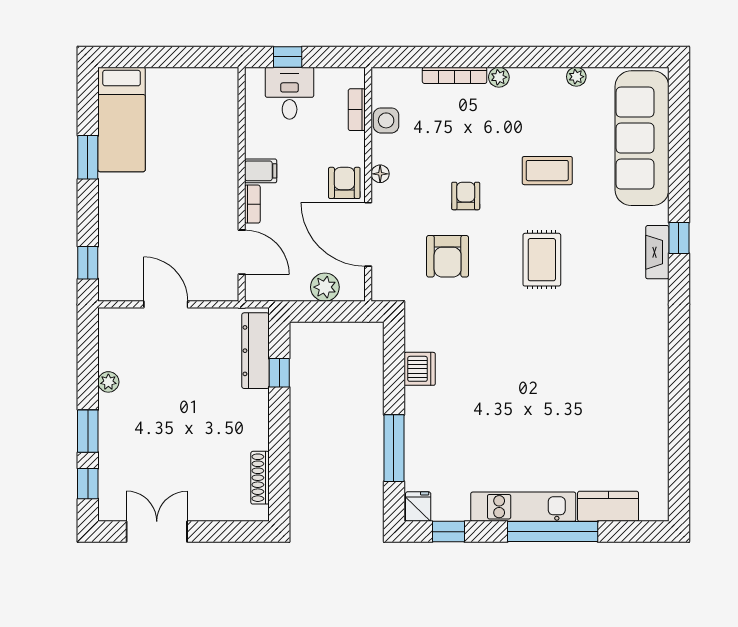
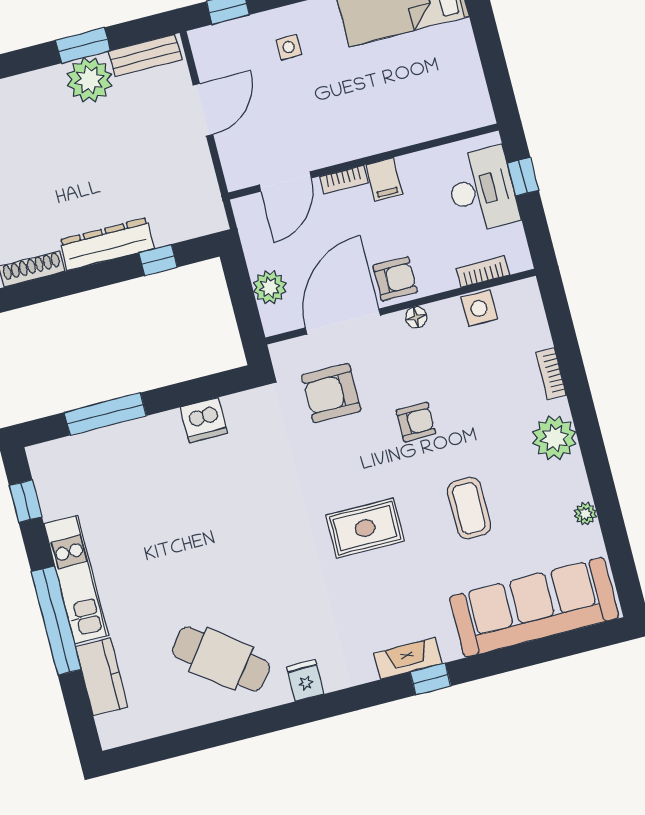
bookcase: (455, 75) -> (551, 374), width x0.64
plant: (499, 77) -> (554, 438), width x1.88, depth x1.88
desk: (290, 93) -> (482, 190), width x1.37
side table: (133, 221) -> (289, 47), added
armchair: (448, 256) -> (331, 393), moved
bench: (109, 340) -> (145, 55), added
dresser: (255, 351) -> (107, 244), moved
plant: (108, 382) -> (89, 80), width x1.88, depth x1.88
cafe table: (618, 405) -> (221, 659), added
window: (88, 431) -> (83, 45), moved
fridge: (418, 507) -> (305, 681), moved, turned -90

